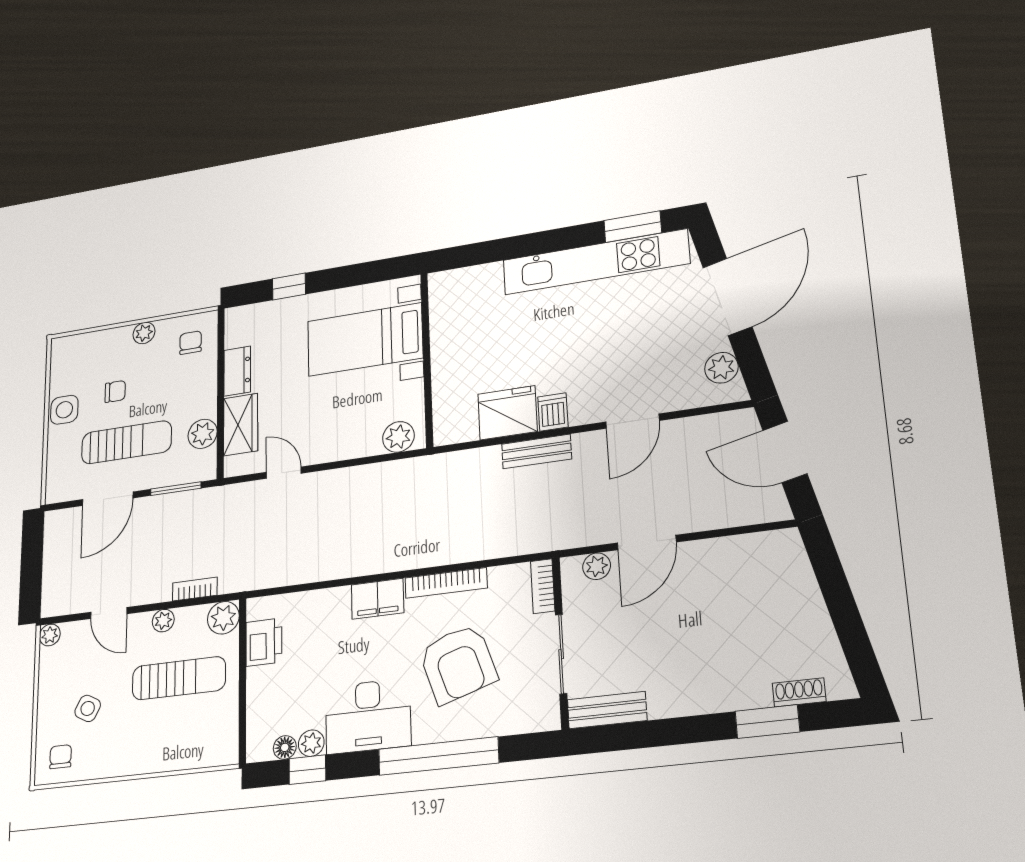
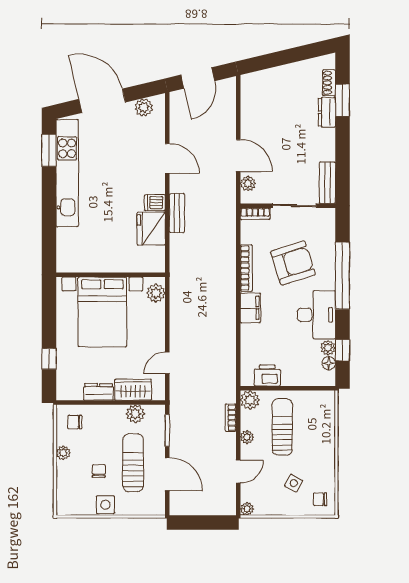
bed with nightstands: (365, 339) -> (102, 312), width x1.36
dresser: (741, 694) -> (327, 112), added

